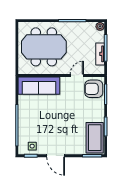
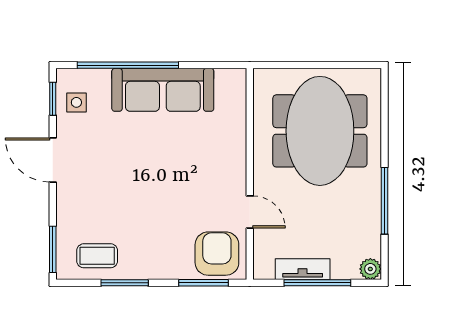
sofa: (39, 86) -> (163, 90), moved, turned -90
coffee table: (95, 138) -> (97, 256), width x0.54, depth x0.58
door: (56, 156) -> (53, 160), hinge flipped

